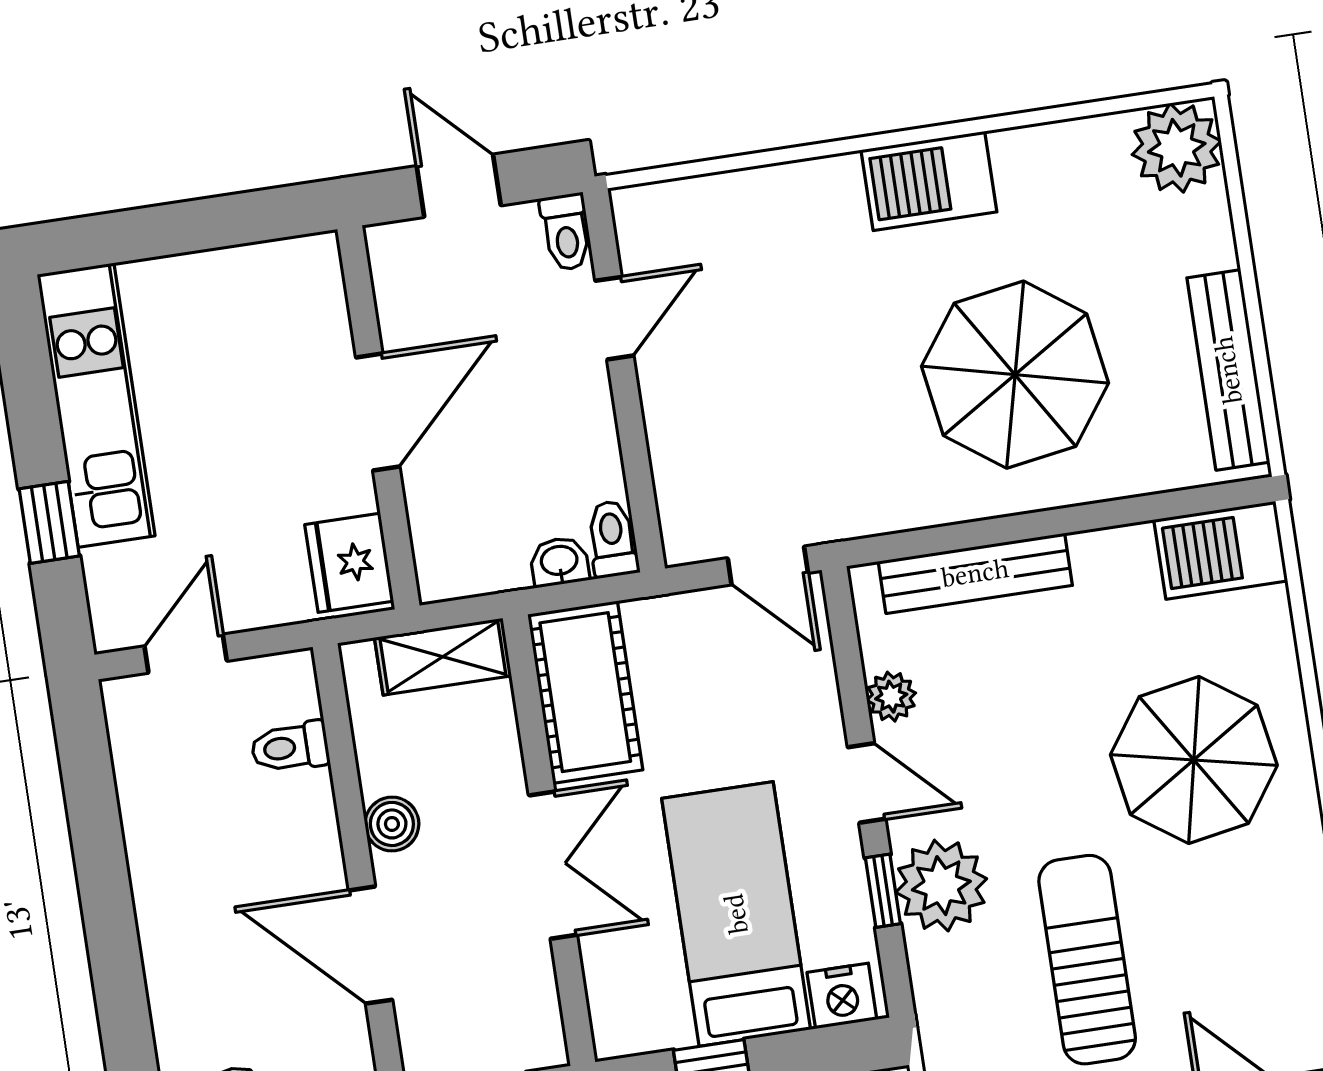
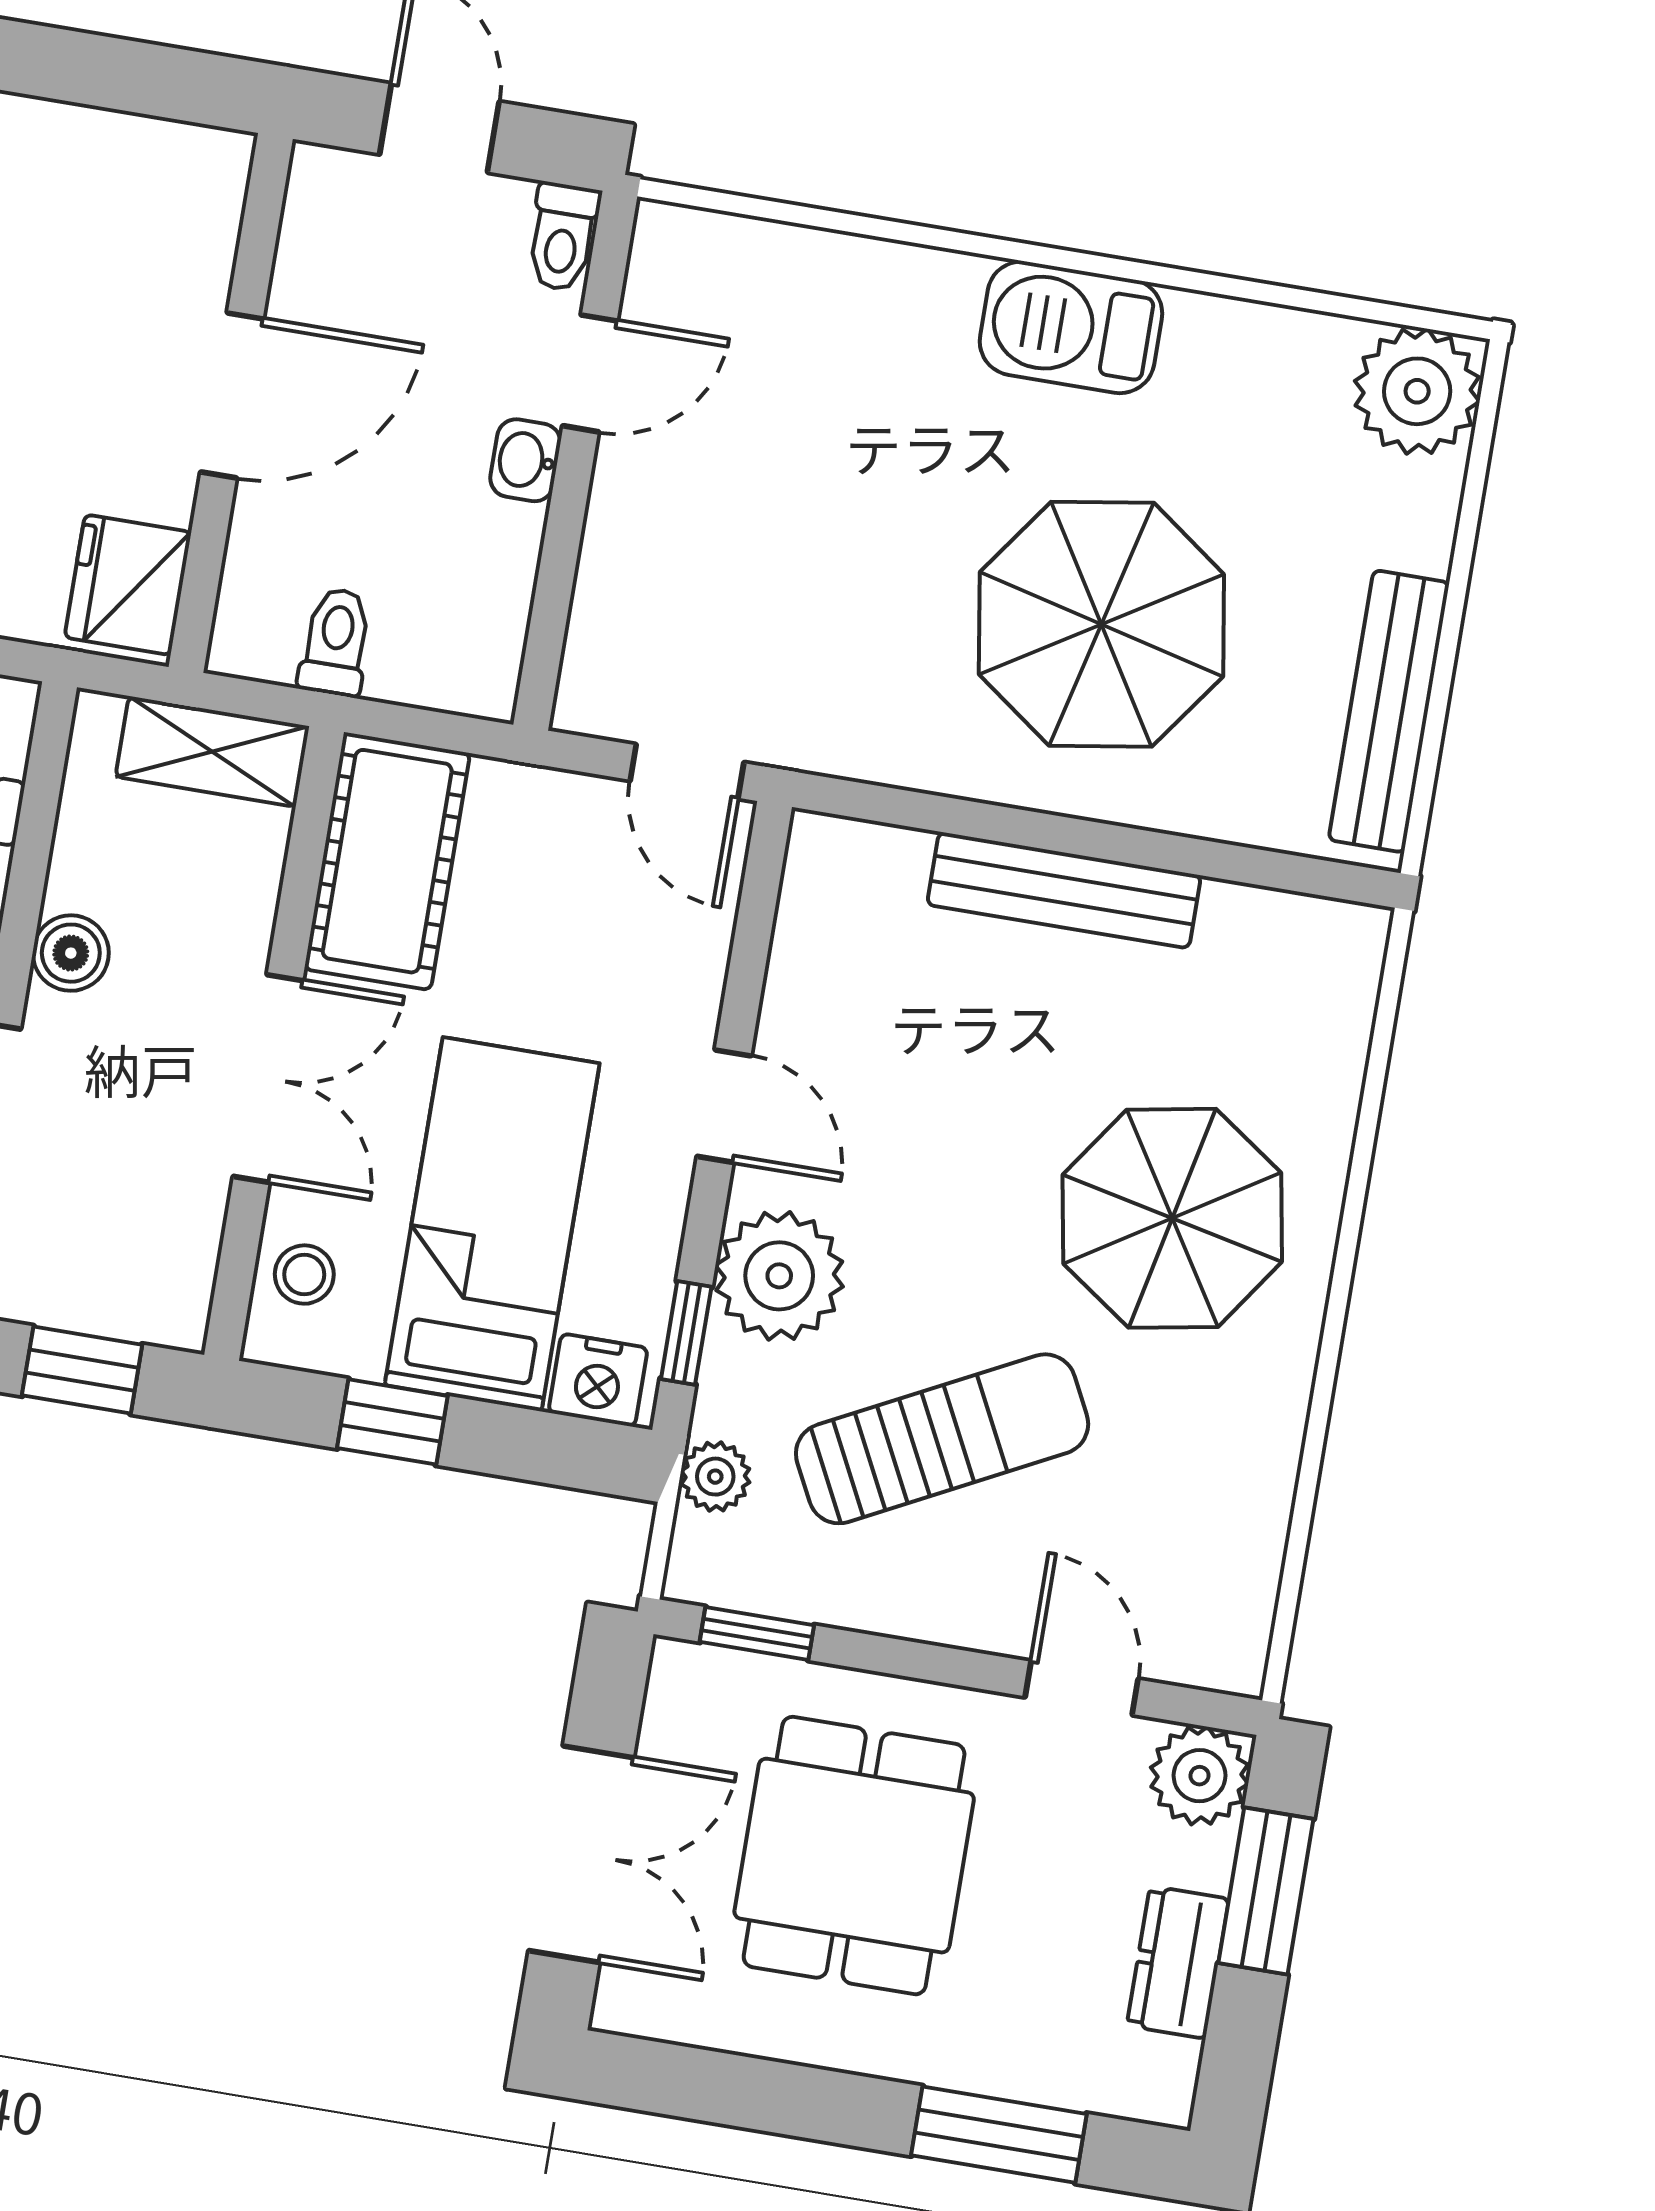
toilet: (612, 539) -> (336, 642), moved
barbecue: (1221, 550) -> (1300, 949), removed
washbasin: (559, 562) -> (525, 460), moved, turned -90
bench: (975, 573) -> (1064, 890), moved
plant: (891, 697) -> (715, 1477), moved
window: (883, 891) -> (686, 1333), moved
sun lounger: (1087, 960) -> (942, 1439), turned 63
stool: (620, 989) -> (304, 1275), added

